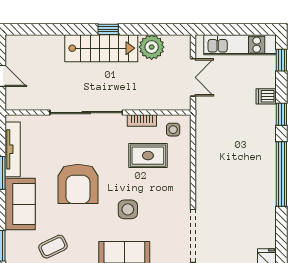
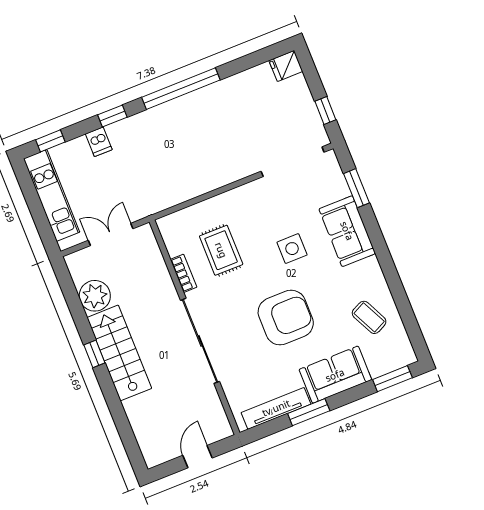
side table: (173, 130) -> (180, 233), removed

